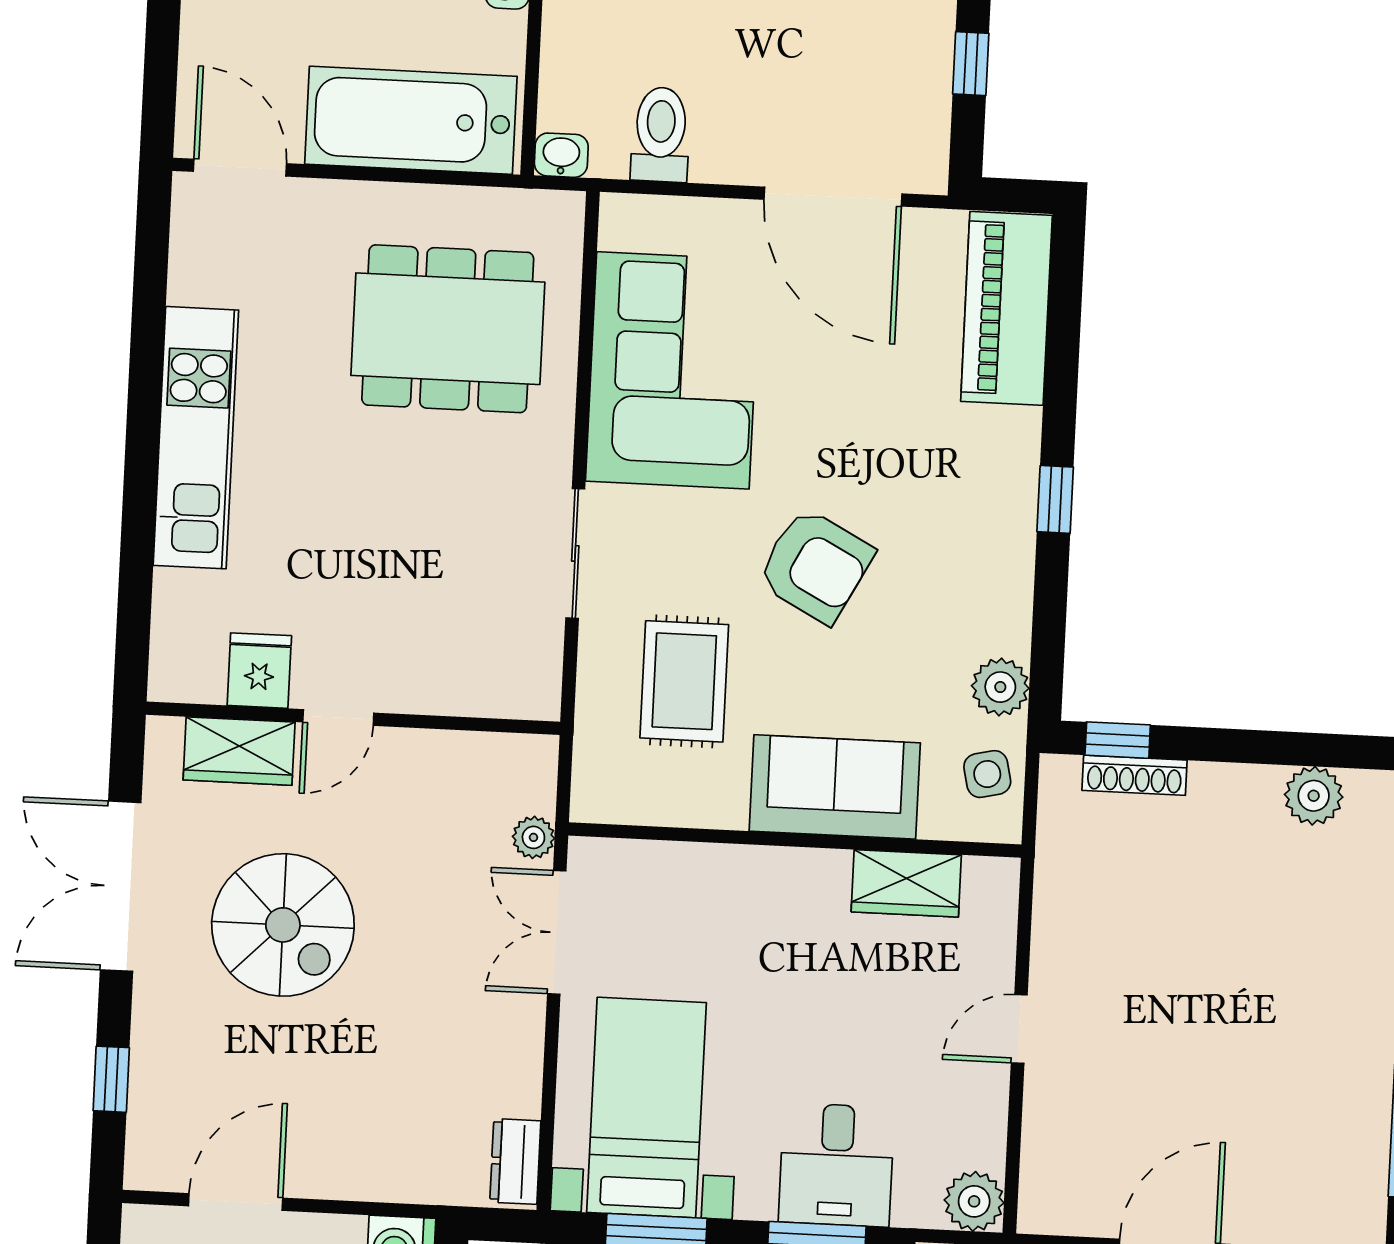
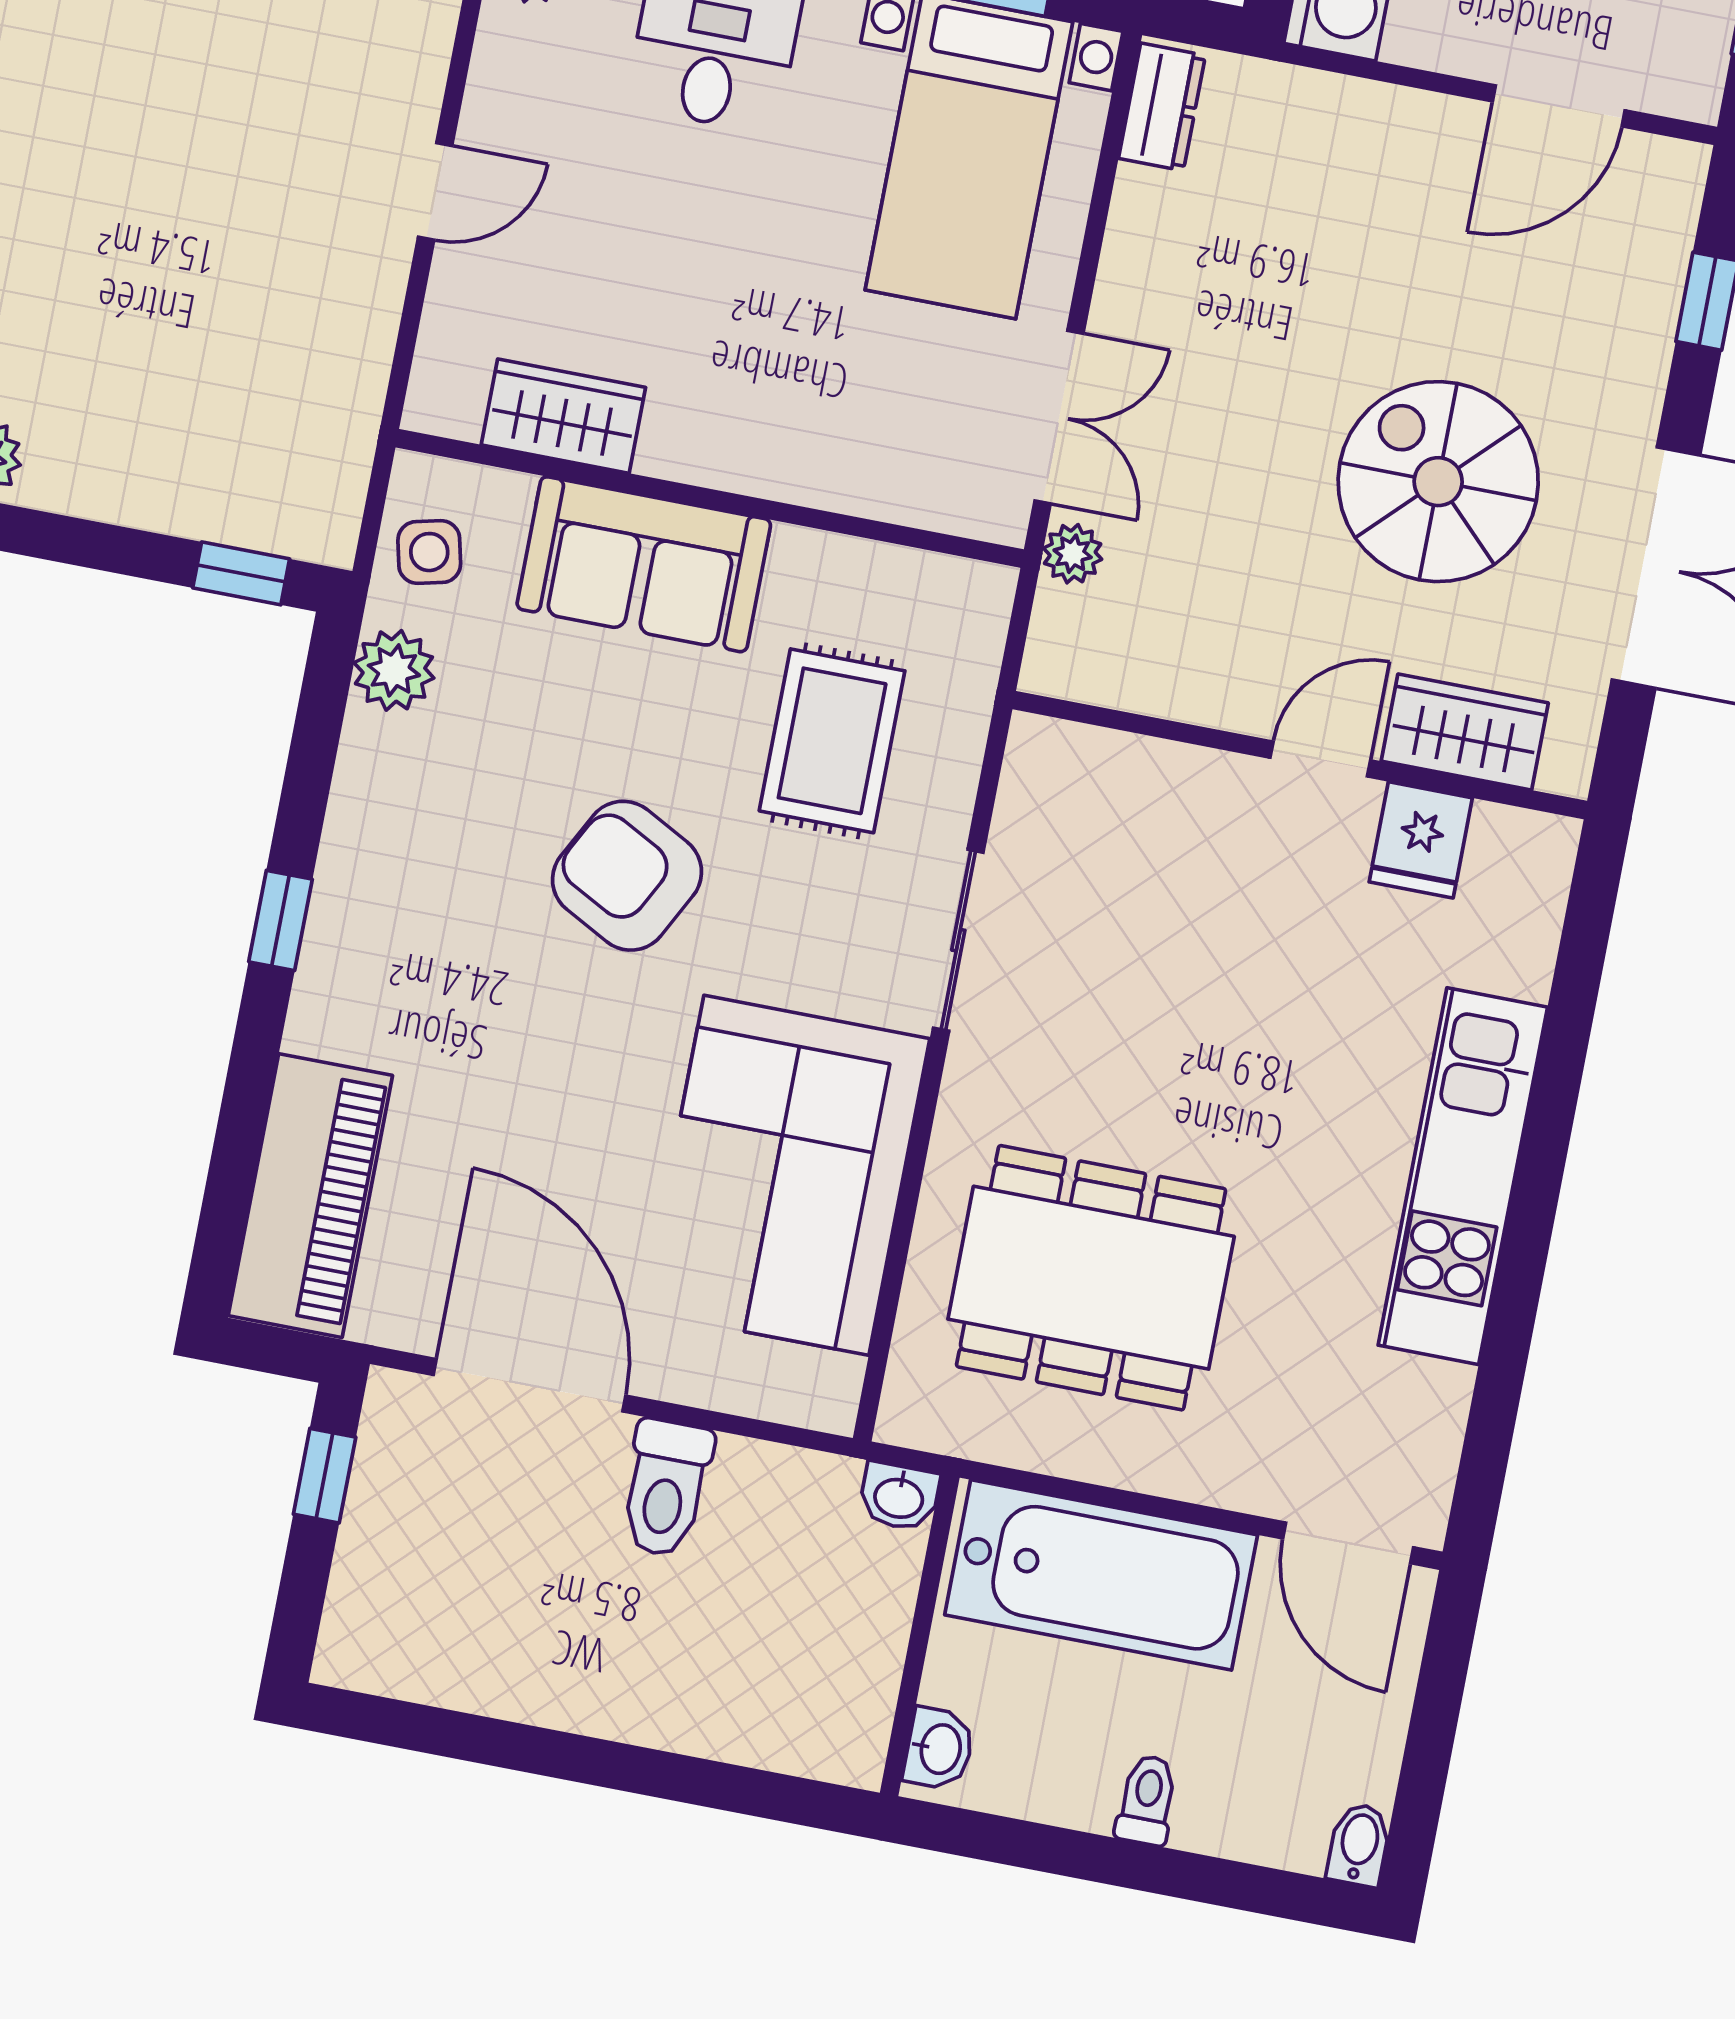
window: (971, 64) -> (325, 1476), moved
toilet: (661, 135) -> (666, 1488), moved
shoe rack: (1134, 775) -> (225, 521), removed

